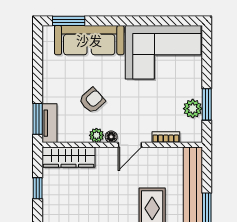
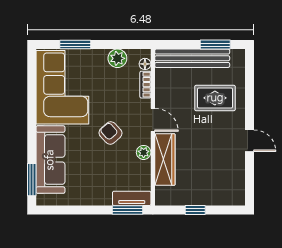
armchair: (92, 100) -> (110, 133), moved
window: (207, 104) -> (75, 45), moved
floor lamp: (111, 137) -> (145, 64), moved
wardrobe: (68, 157) -> (165, 159), moved

